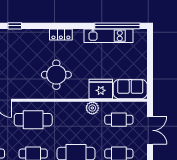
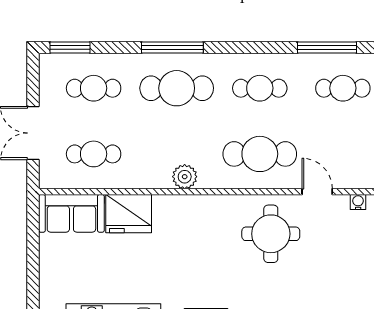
round table: (56, 75) -> (271, 234), moved
plant: (92, 108) -> (185, 177), moved

